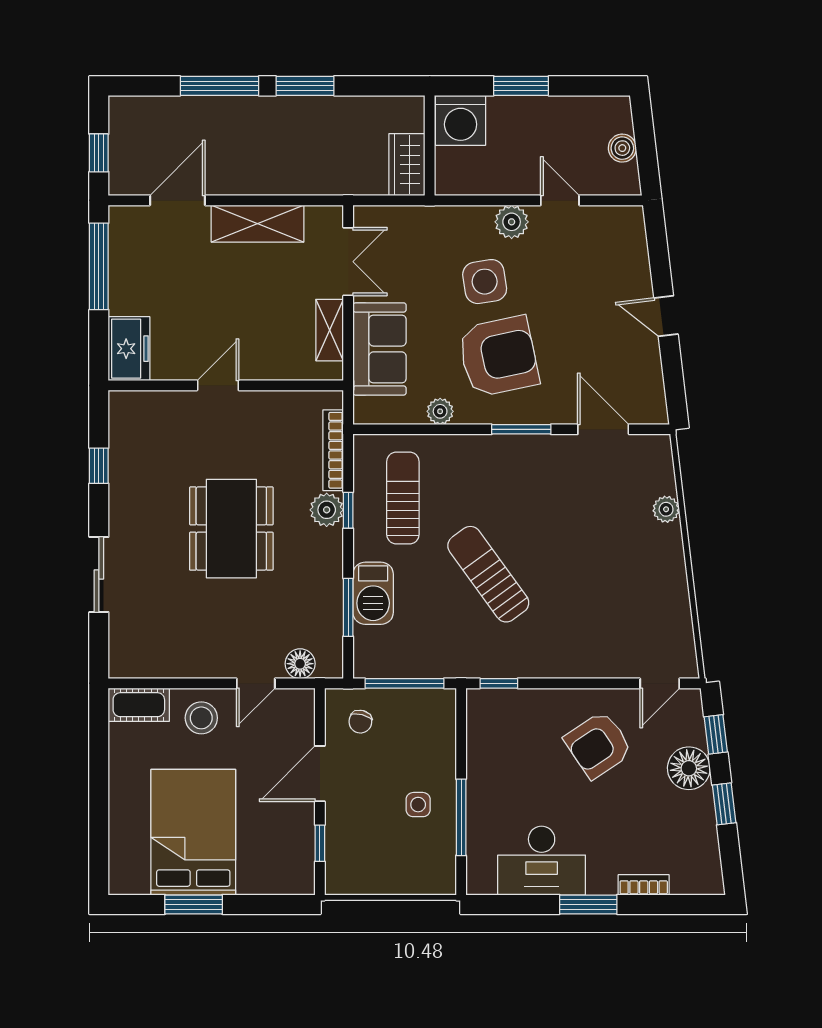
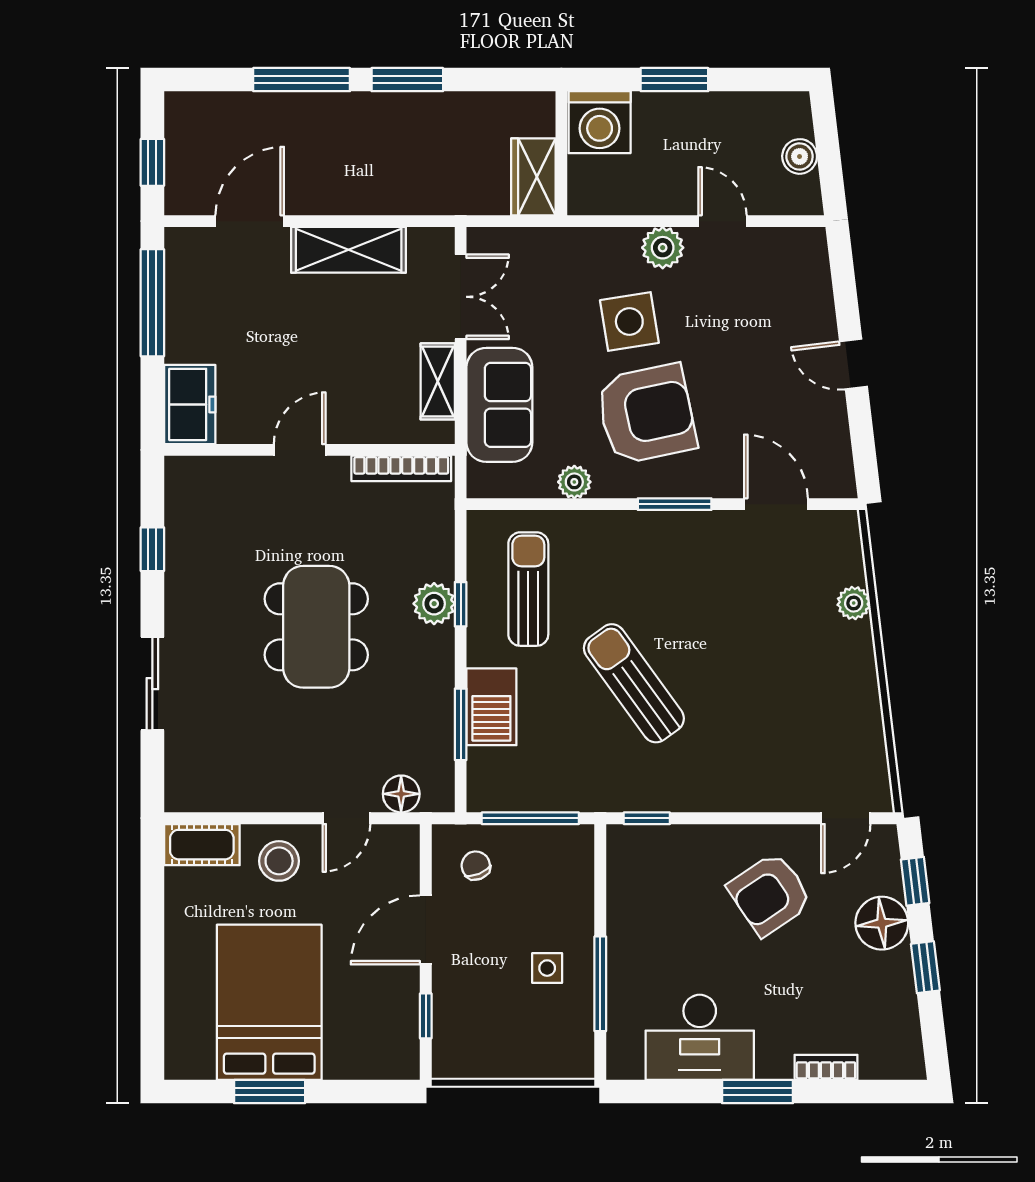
bookcase: (333, 450) -> (401, 468), moved, turned -90
chair: (360, 722) -> (476, 866), turned 144

